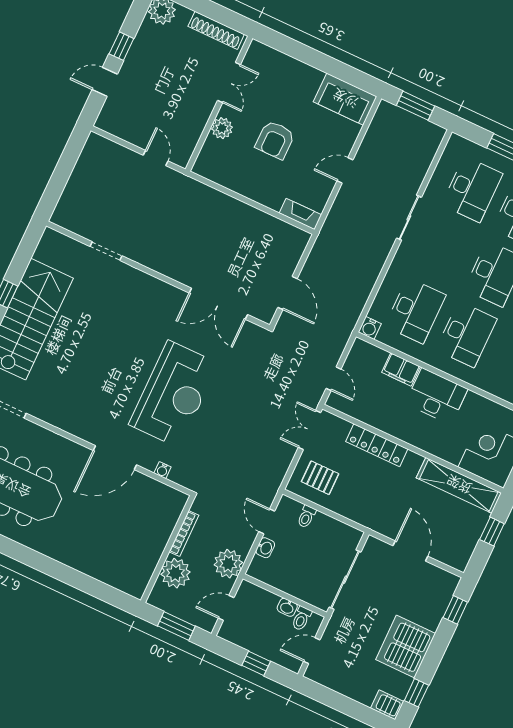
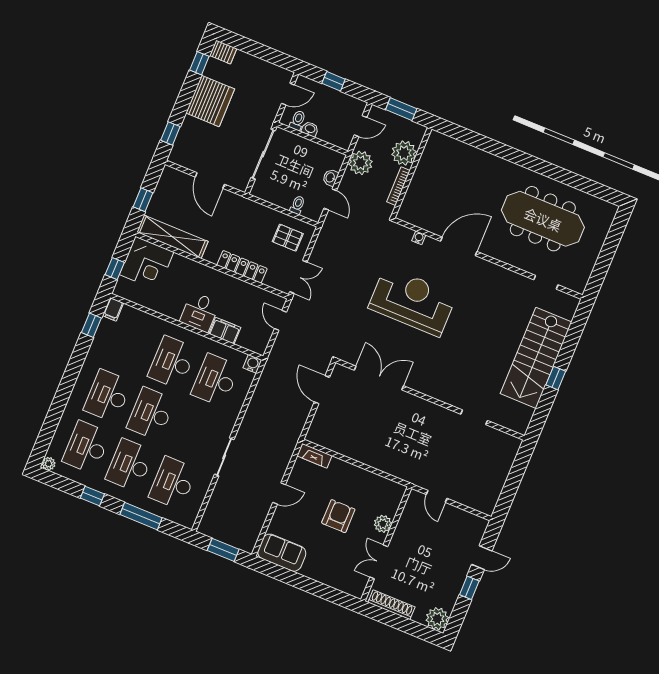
reception desk: (174, 394) -> (412, 301), turned 90
desk: (437, 396) -> (200, 312), width x0.73

